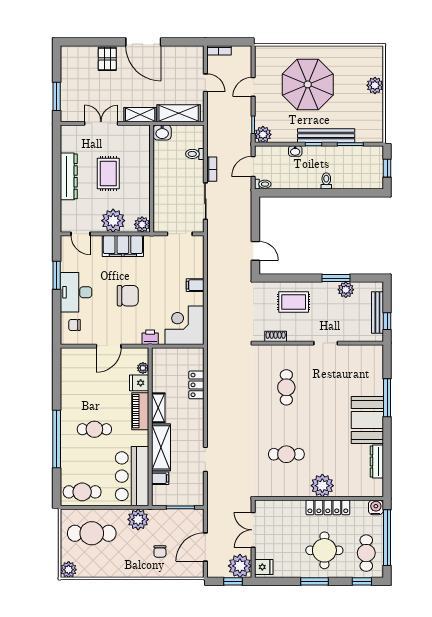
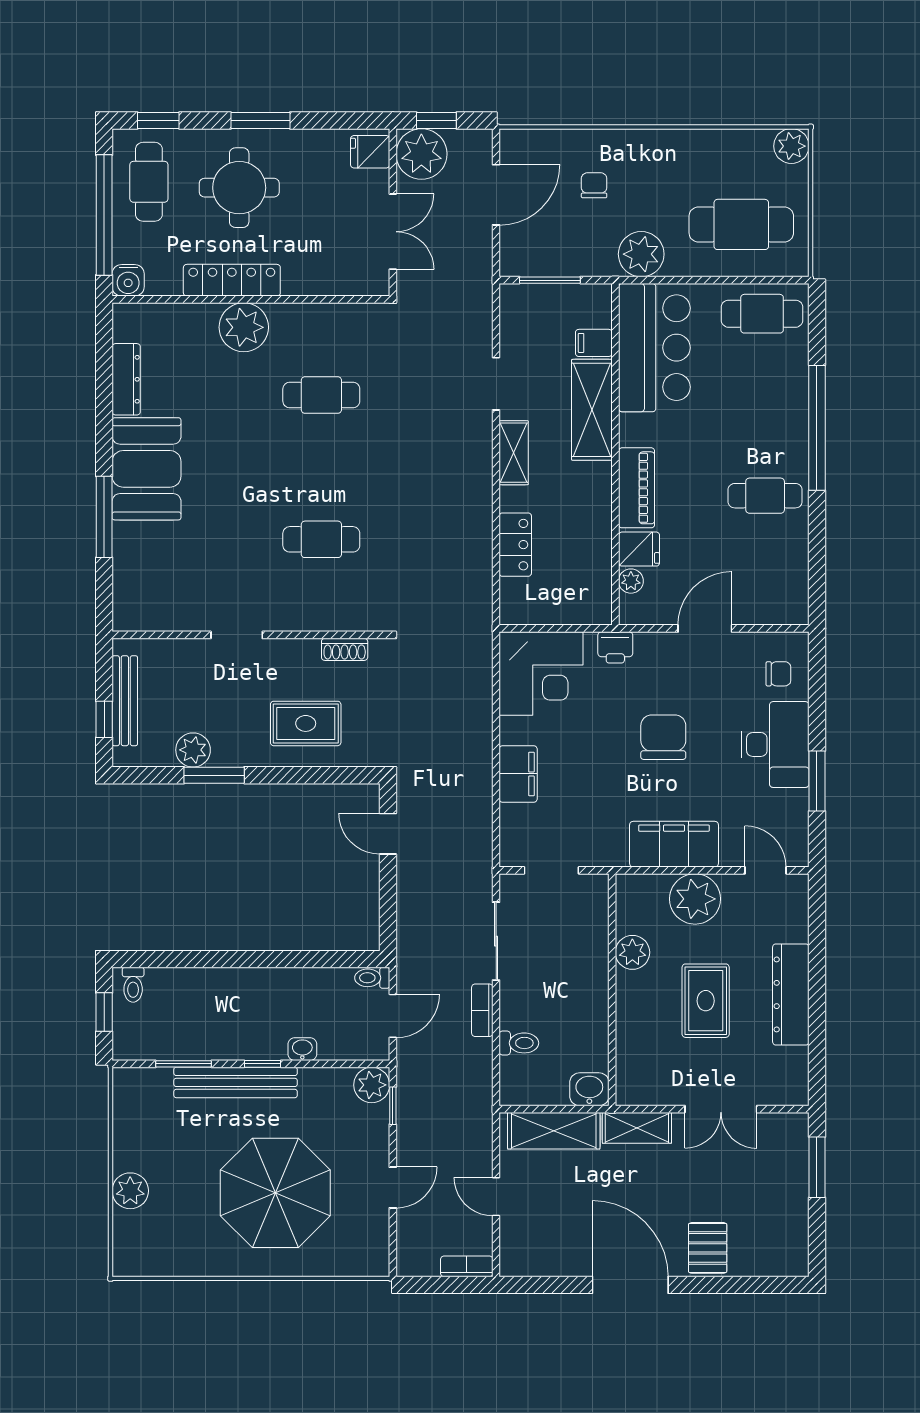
toilet: (326, 181) -> (133, 985), moved
plant: (142, 224) -> (632, 952), moved
filing cabinet: (195, 285) -> (518, 774), width x2.00
chair: (128, 296) -> (663, 737), turned 90
window: (387, 321) -> (104, 719), moved
cafe table: (286, 387) -> (321, 539), turned 90
shelving: (158, 408) -> (514, 453), moved
cafe table: (94, 429) -> (765, 496), moved

